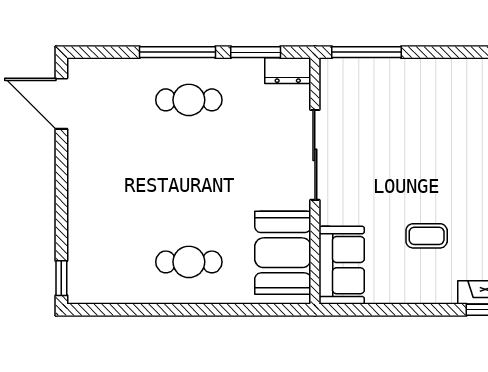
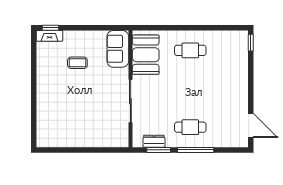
window: (367, 52) -> (106, 150), removed
dresser: (288, 71) -> (154, 141), moved

